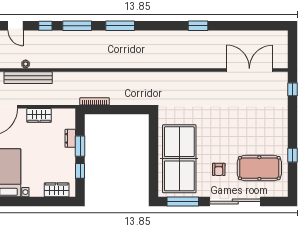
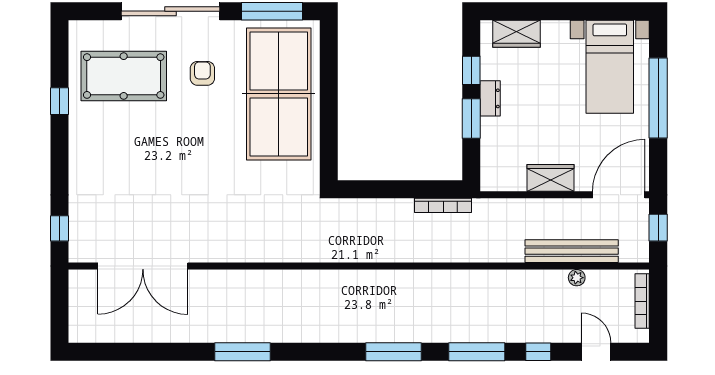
window: (198, 26) -> (243, 352), width x1.44
dresser: (70, 138) -> (490, 98), moved

